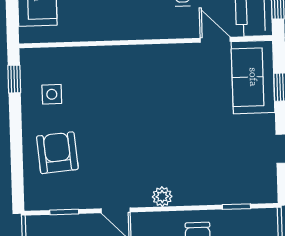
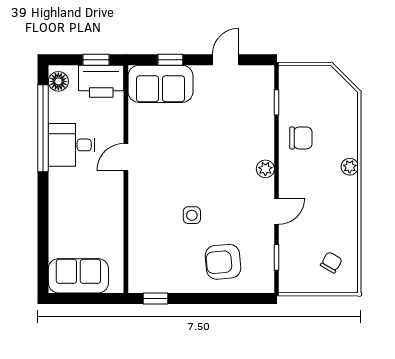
door: (215, 40) -> (126, 157), moved
side table: (52, 94) -> (192, 215), moved

